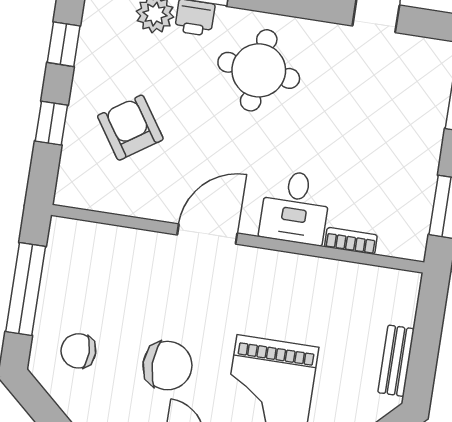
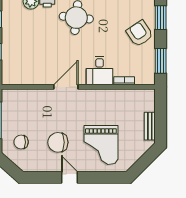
armchair: (130, 128) -> (140, 33), moved
chair: (167, 366) -> (58, 142), turned 180

